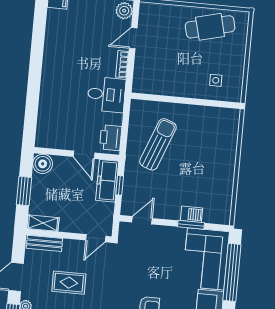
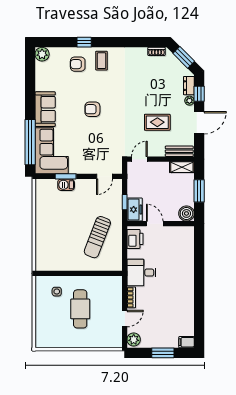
cafe table: (210, 27) -> (80, 309), moved, turned -76
freezer: (107, 181) -> (135, 210), width x0.71

